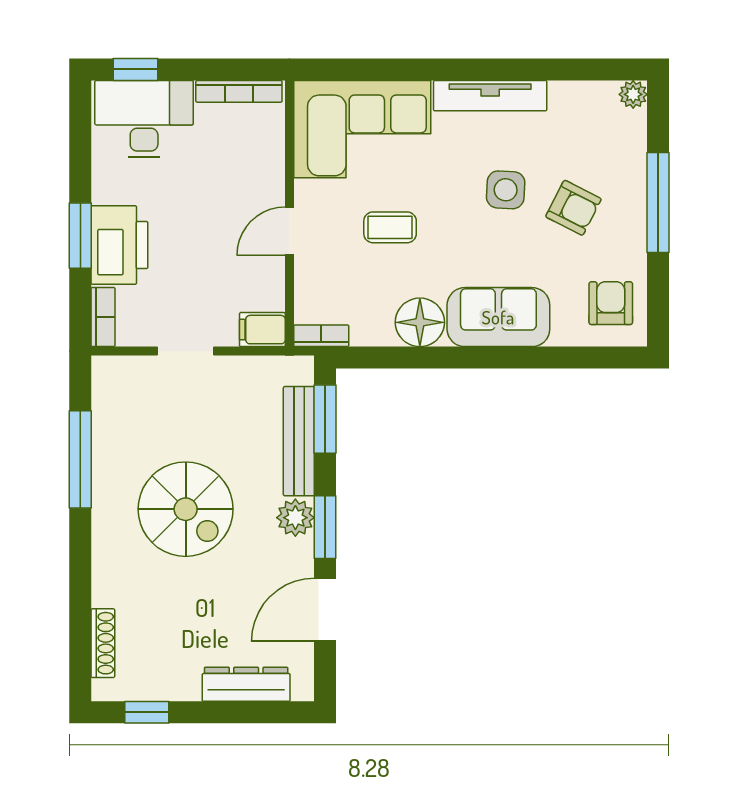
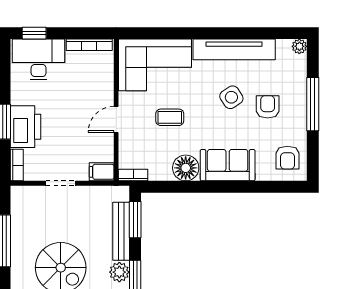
tv unit: (490, 96) -> (234, 49), width x1.36, depth x1.29
side table: (506, 190) -> (231, 97), turned -36
armchair: (573, 208) -> (268, 107), turned -117
armchair: (611, 303) -> (287, 158), turned 180

